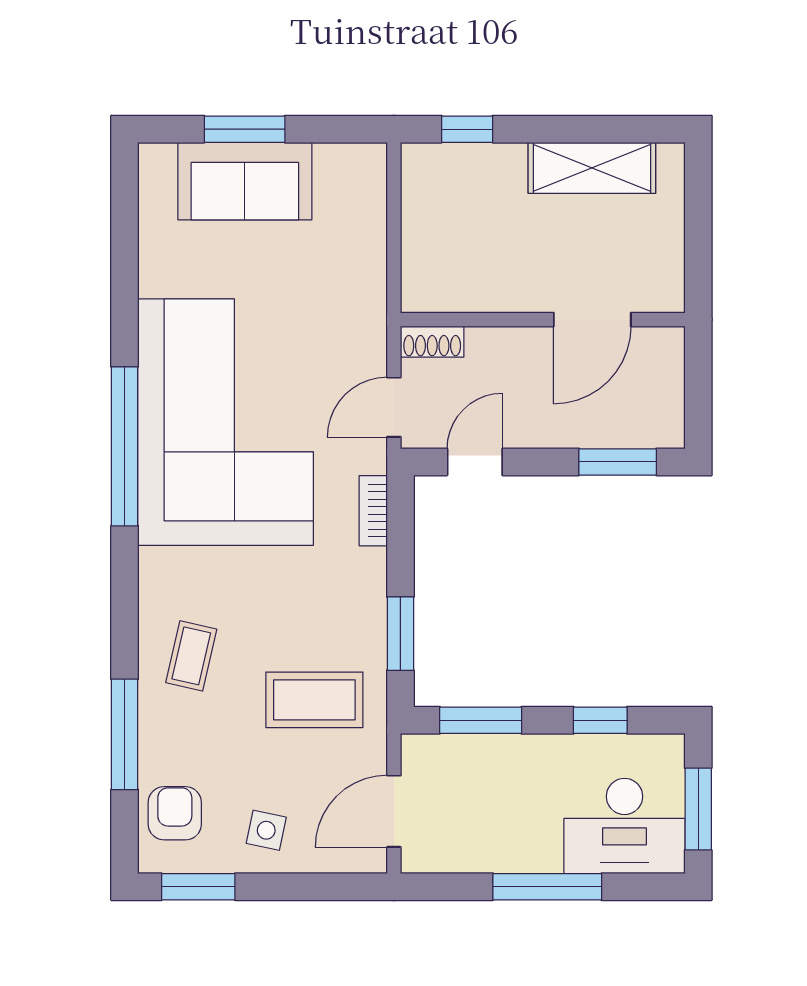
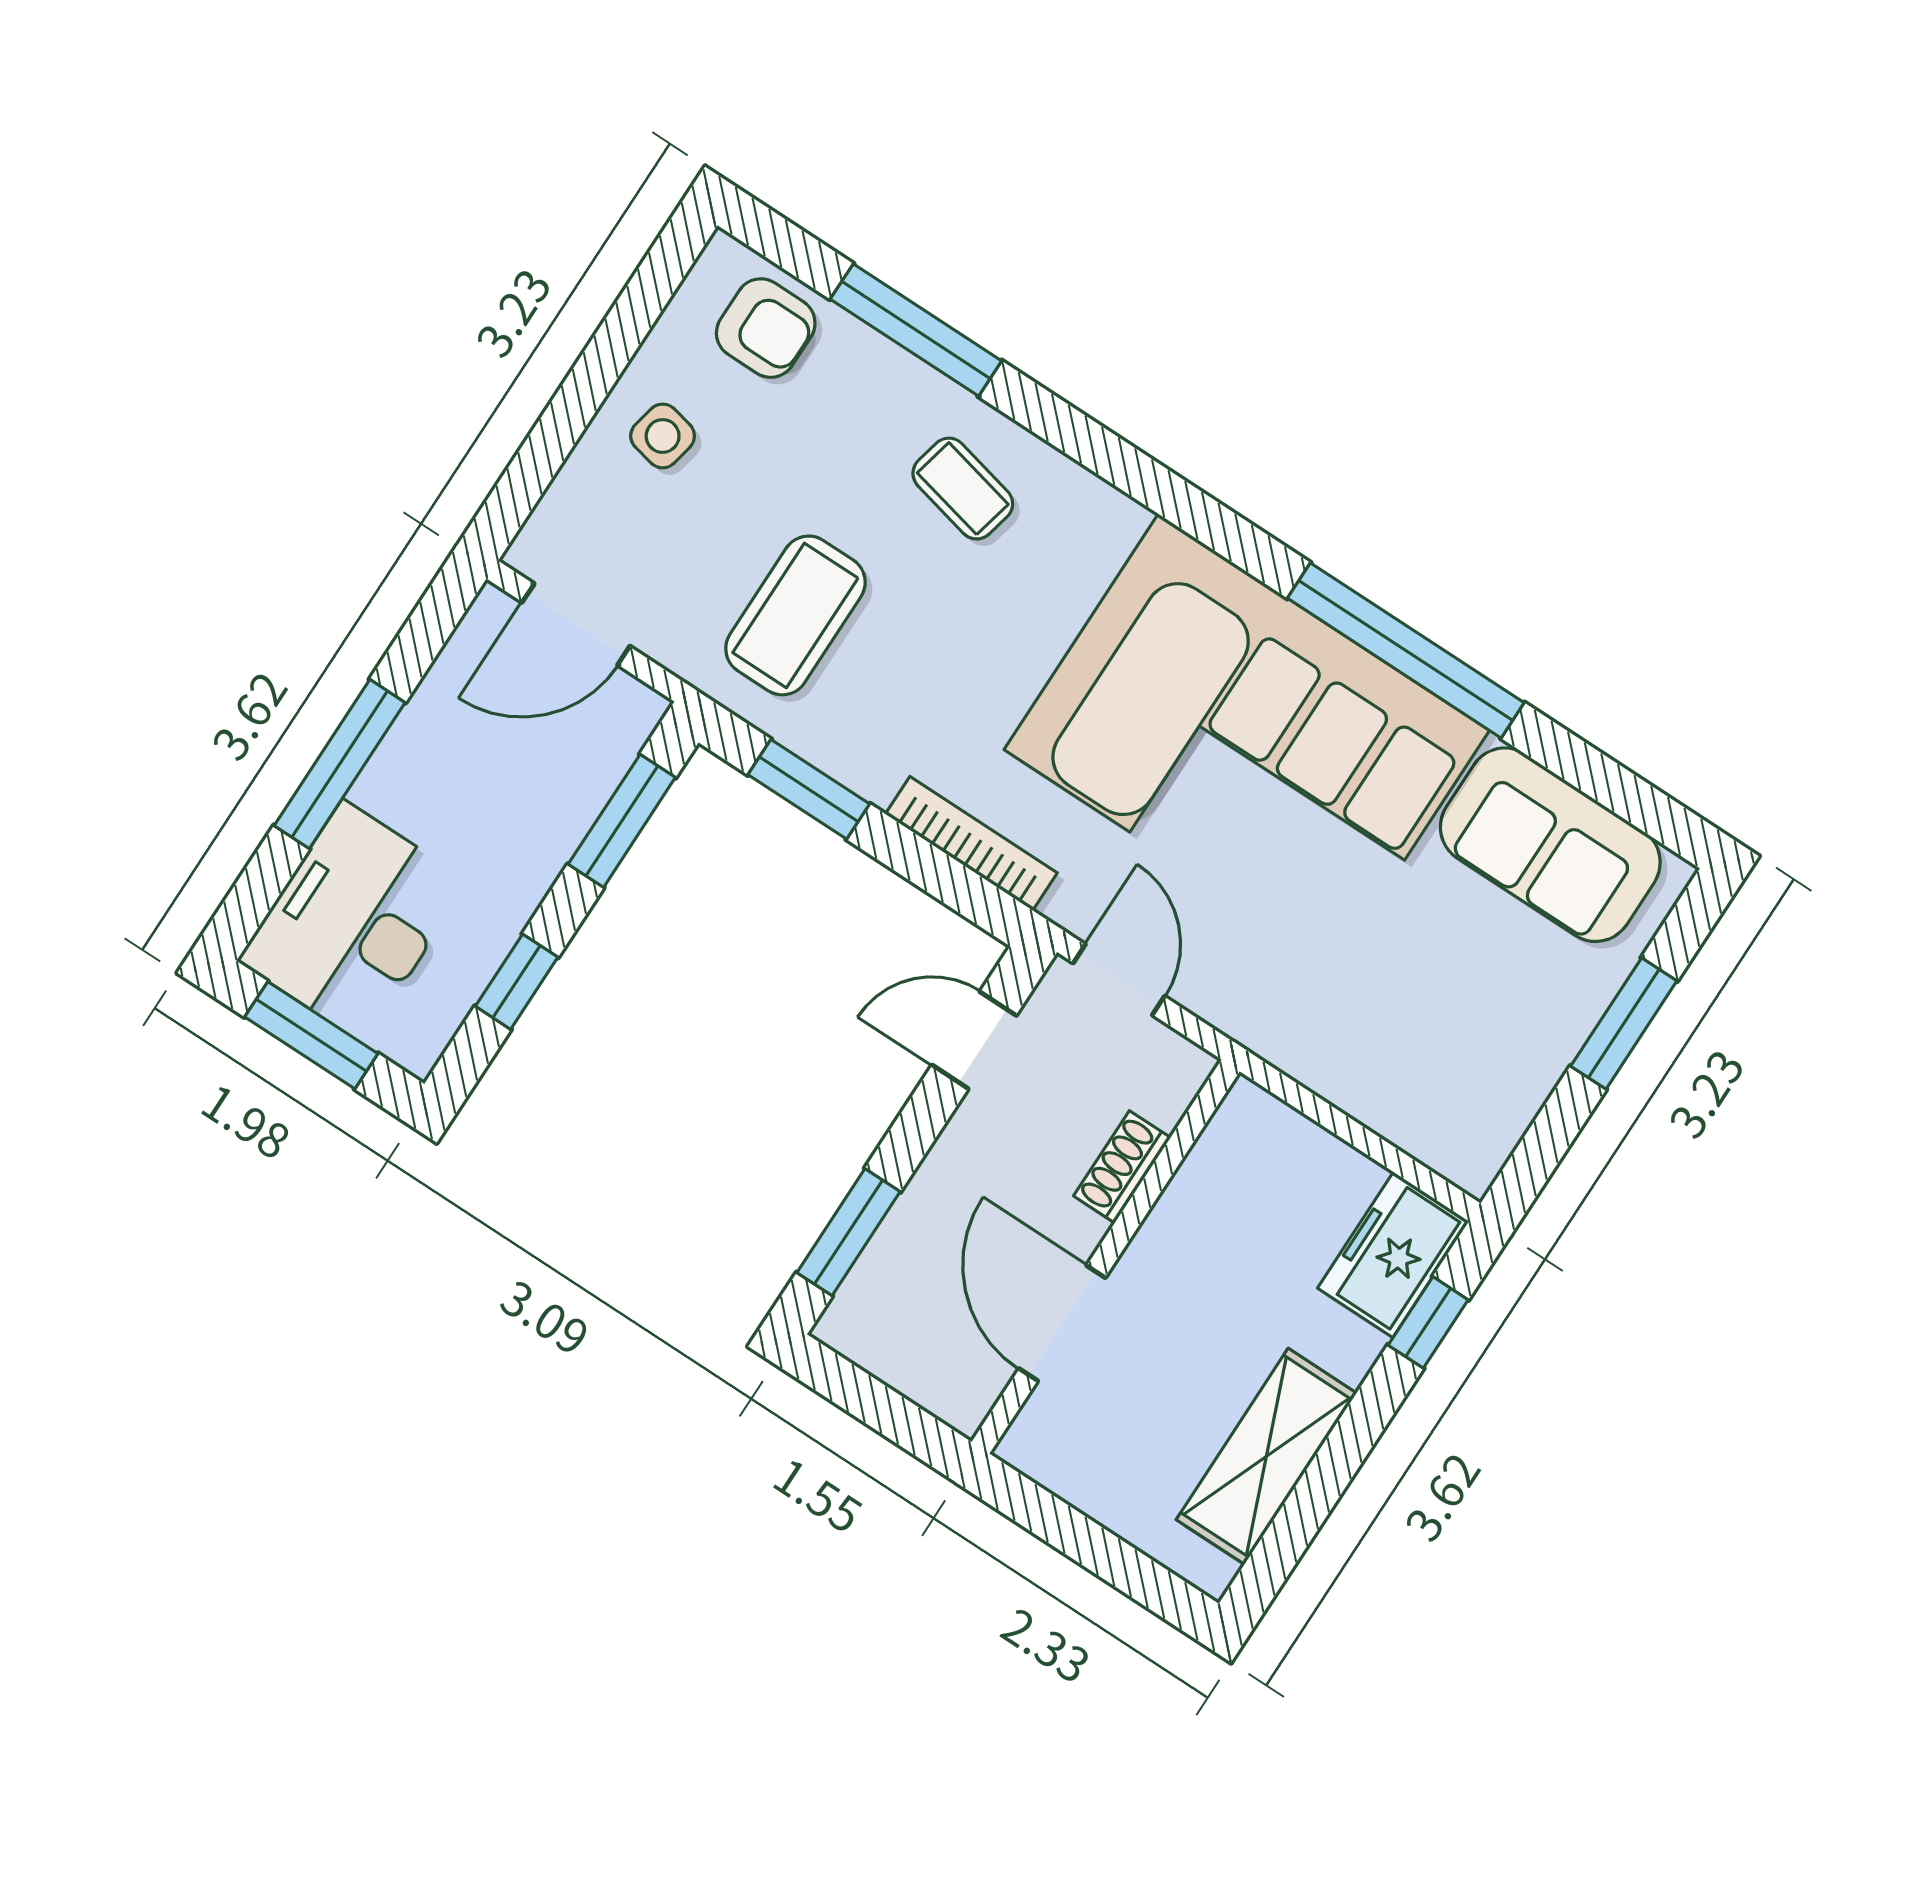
freezer: (444, 170) -> (1393, 1255), added
sofa: (245, 181) -> (1550, 845), moved, turned -90
shoe rack: (432, 342) -> (1122, 1167), moved
window: (125, 446) -> (1406, 650), moved
door: (475, 462) -> (974, 1040), swing flipped
bookcase: (373, 511) -> (971, 843), width x1.56
door: (394, 811) -> (576, 624), swing flipped
window: (198, 887) -> (647, 295), removed

